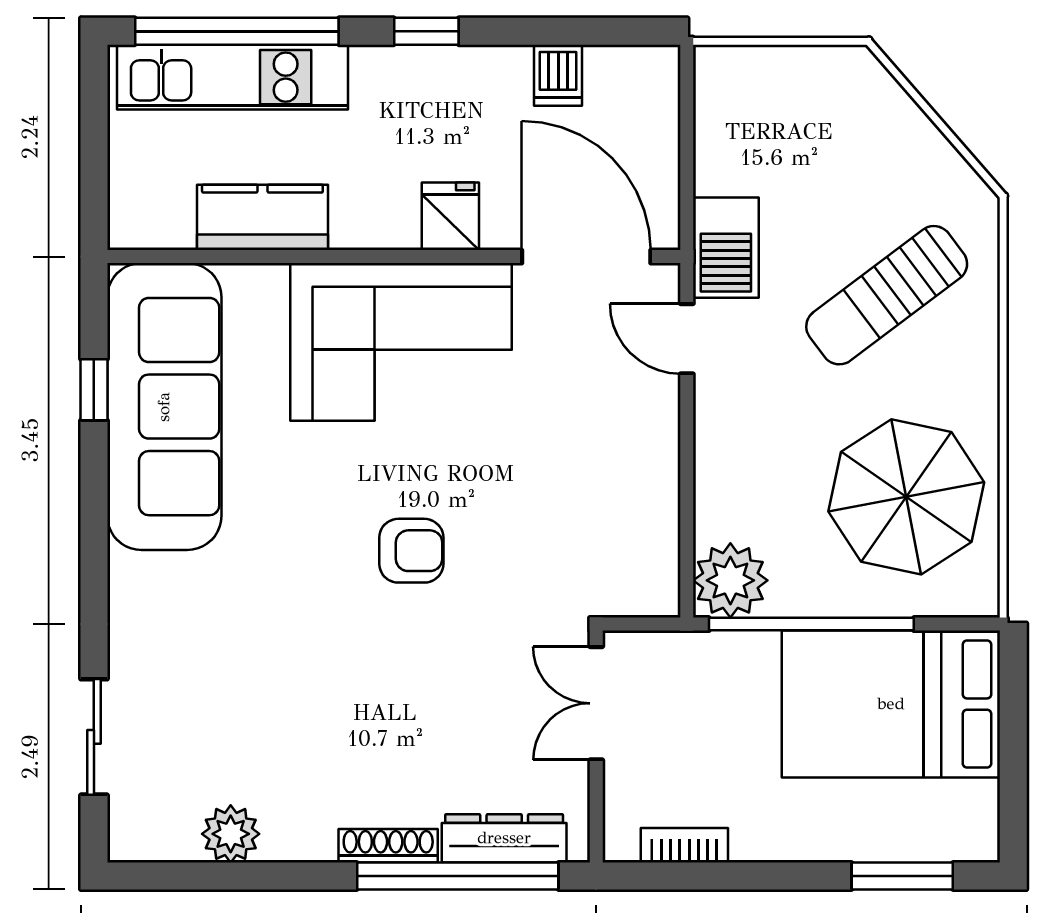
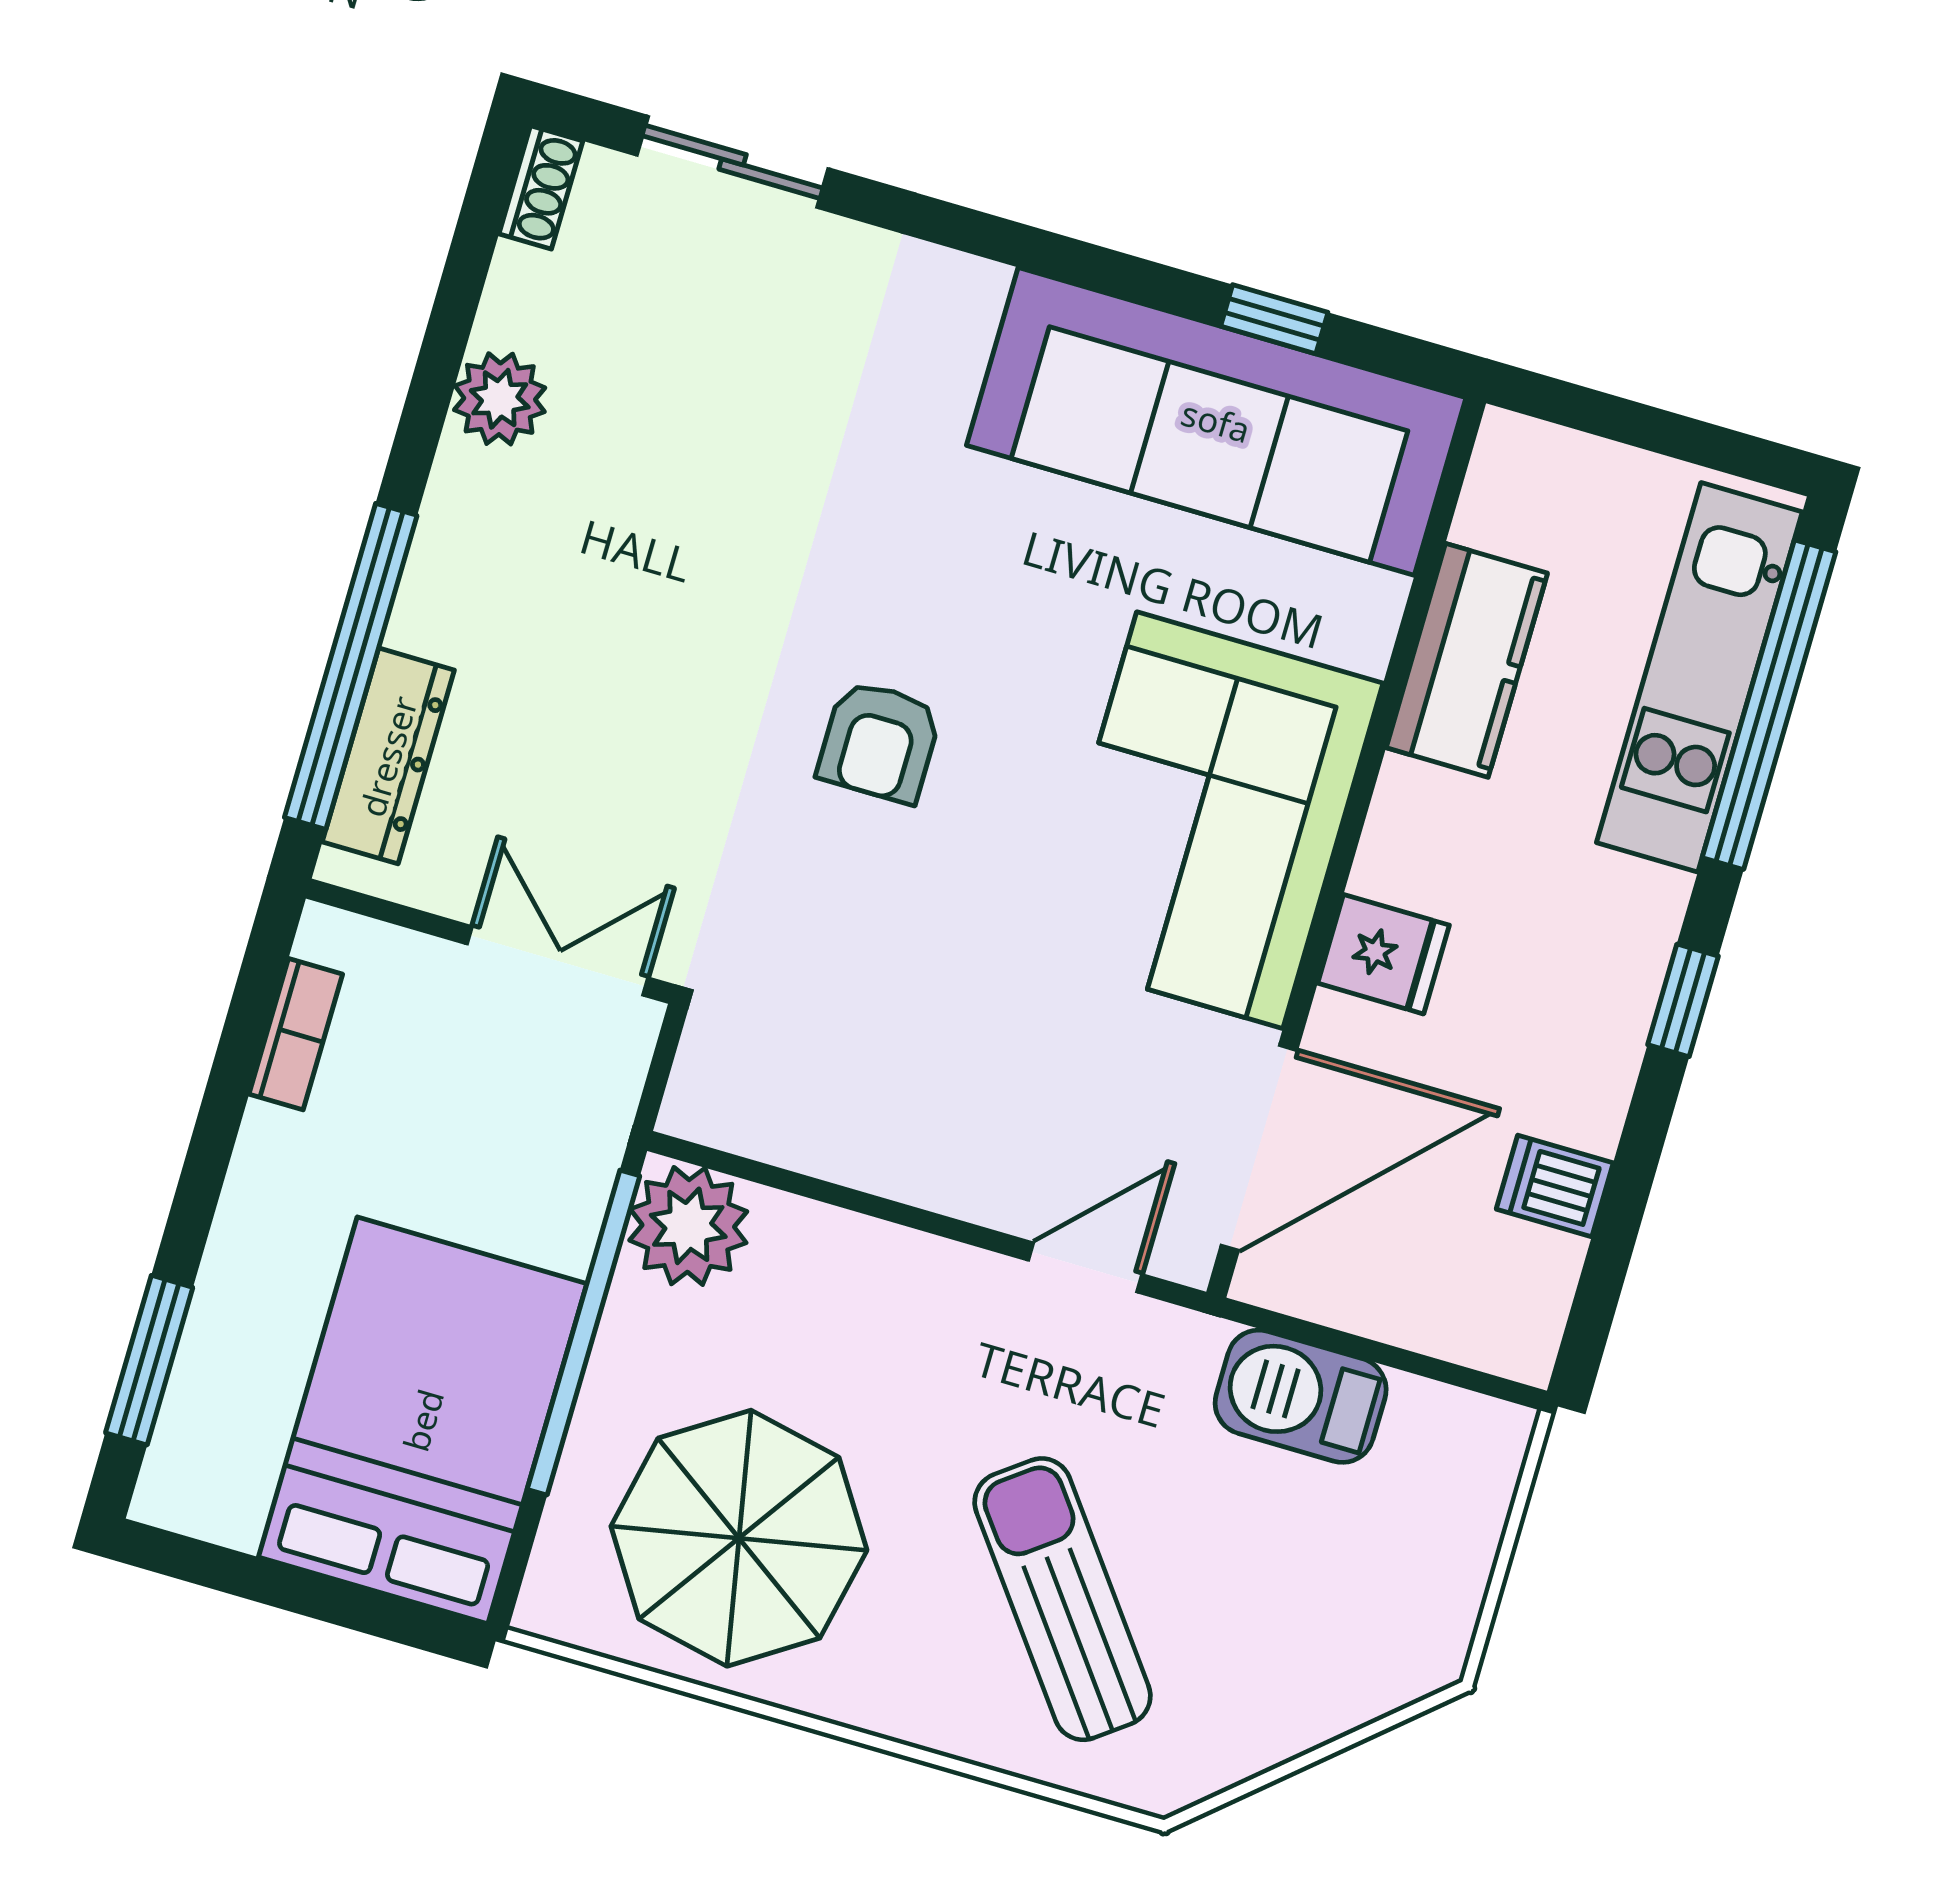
barbecue: (726, 248) -> (1301, 1396), moved
plant: (231, 834) -> (500, 399), moved
shoe rack: (388, 846) -> (541, 187), moved, width x0.70

